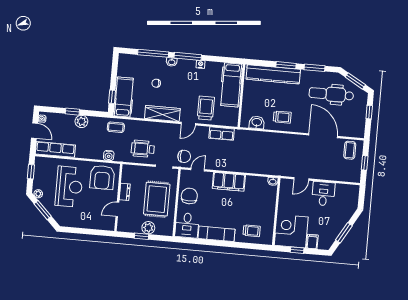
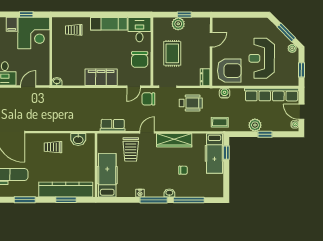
window: (286, 65) -> (66, 200), moved
row of seats: (55, 149) -> (272, 95), width x1.36
armchair: (102, 177) -> (229, 71), turned 90
dresser: (125, 192) -> (205, 77), moved
rug: (157, 199) -> (172, 53), width x0.73, depth x0.70

